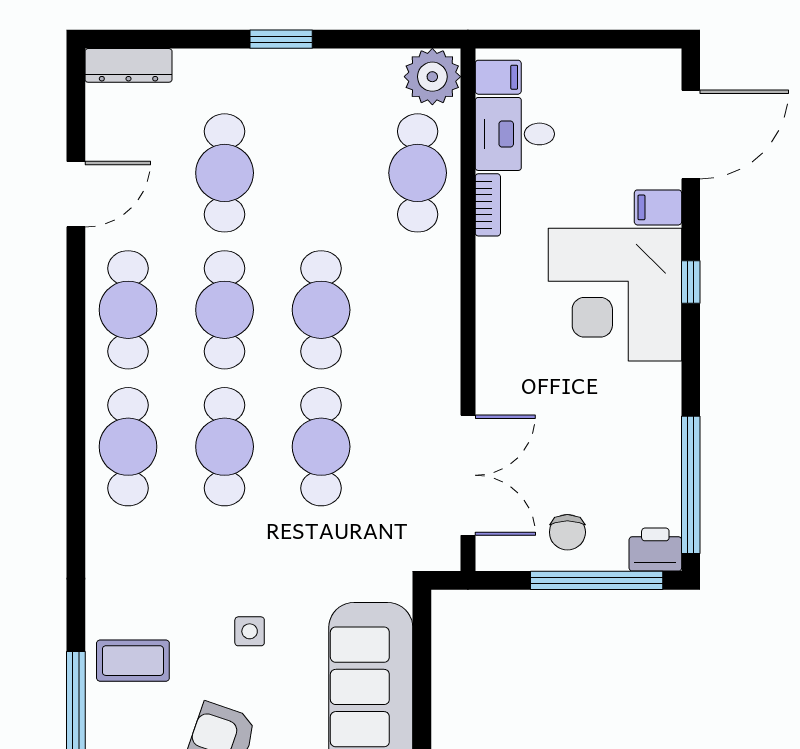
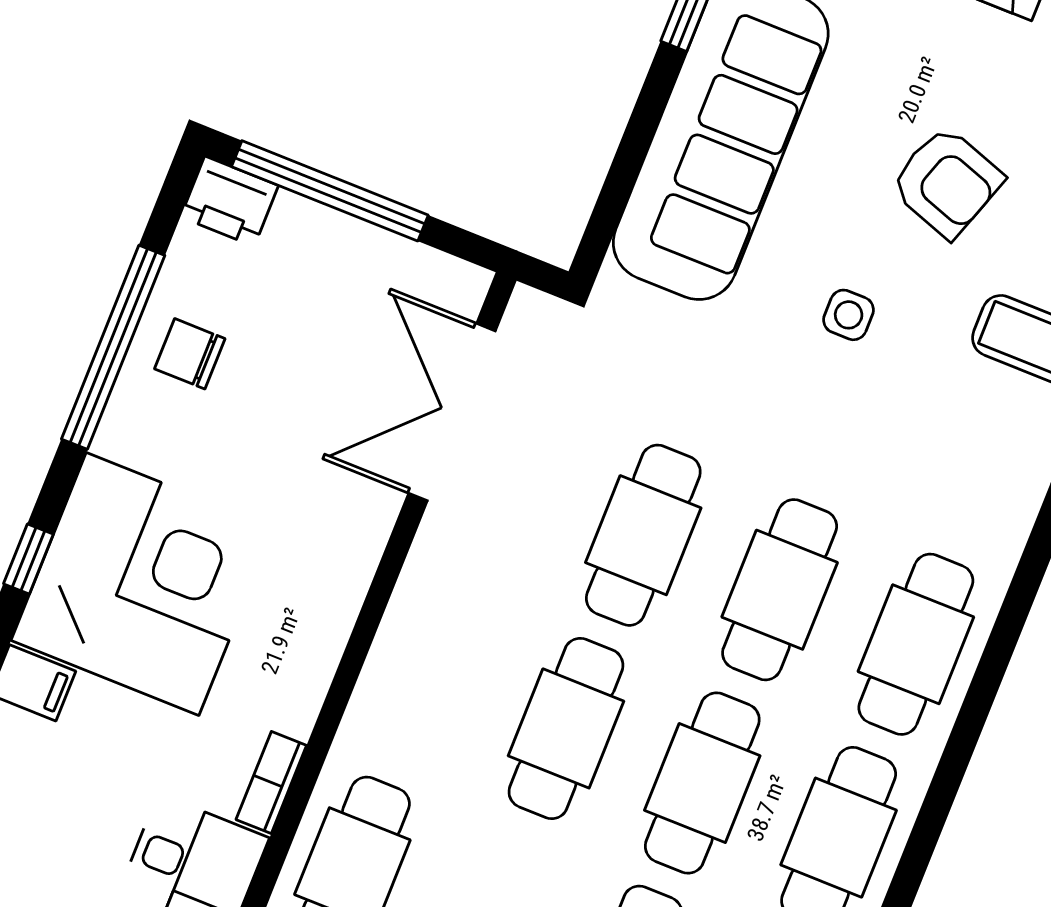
window: (691, 485) -> (113, 347), moved
chair: (567, 532) -> (190, 354), moved, turned -90

